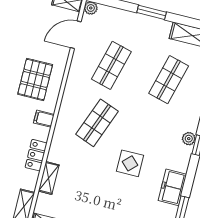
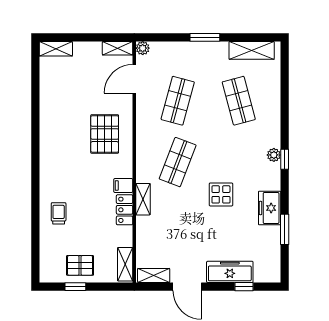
shop shelf: (169, 80) -> (239, 101), turned -30
filing cabinet: (44, 119) -> (123, 185), moved
shelving: (49, 178) -> (143, 199), moved

